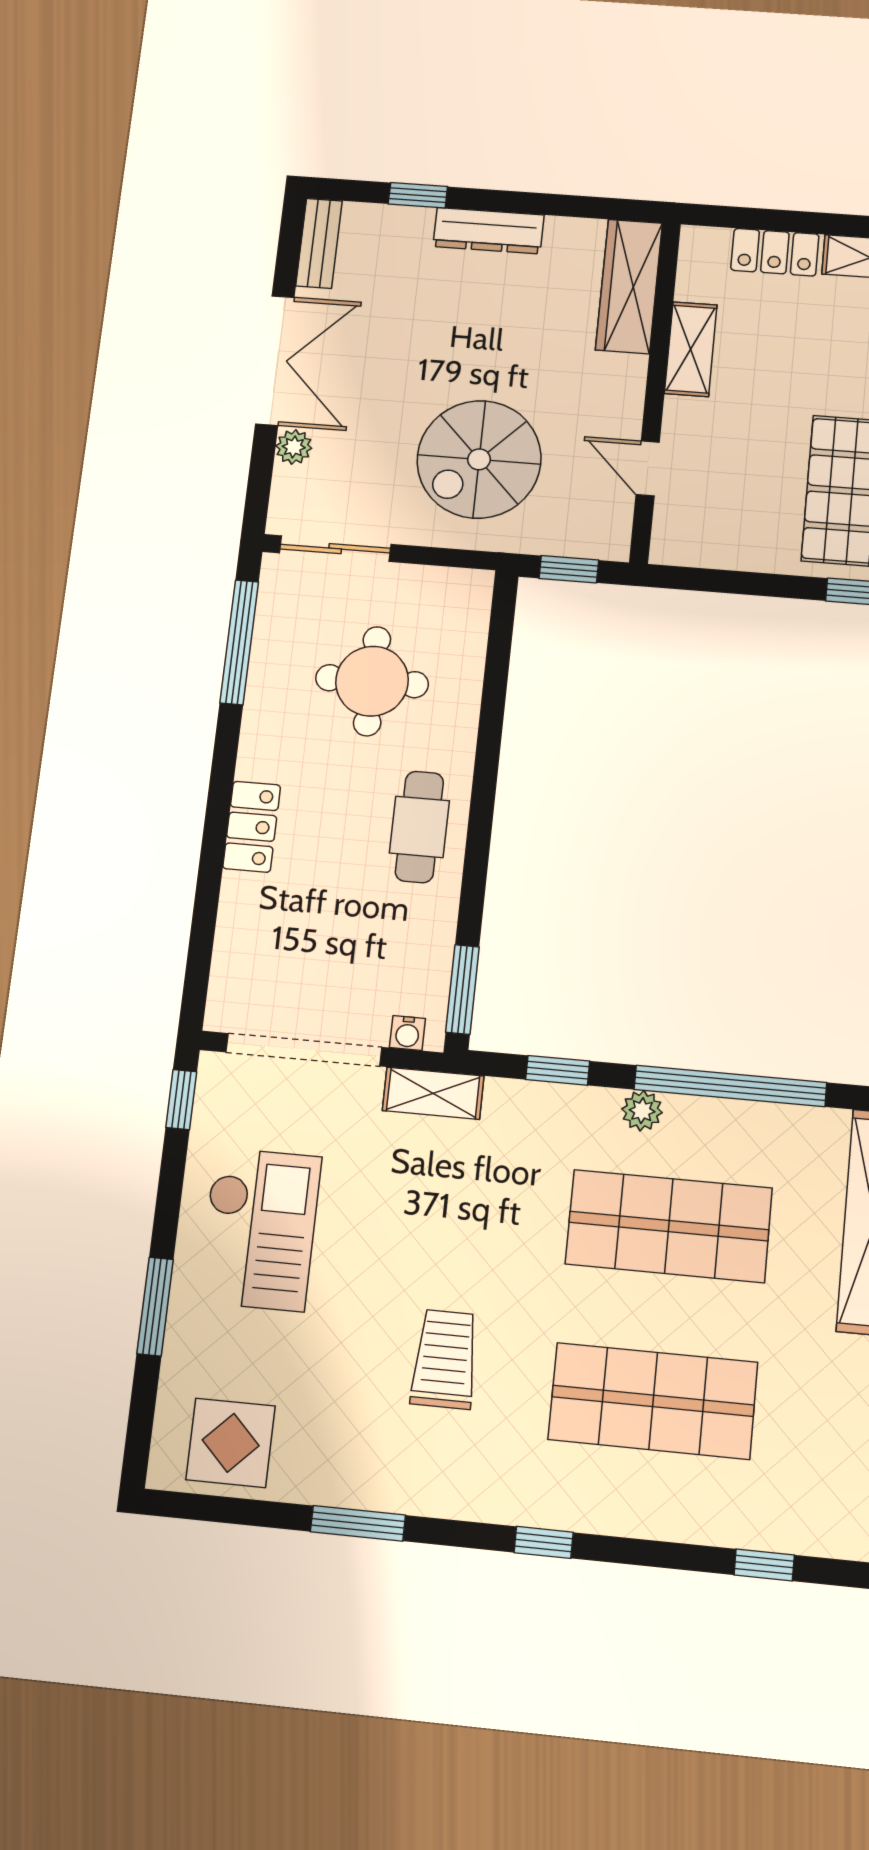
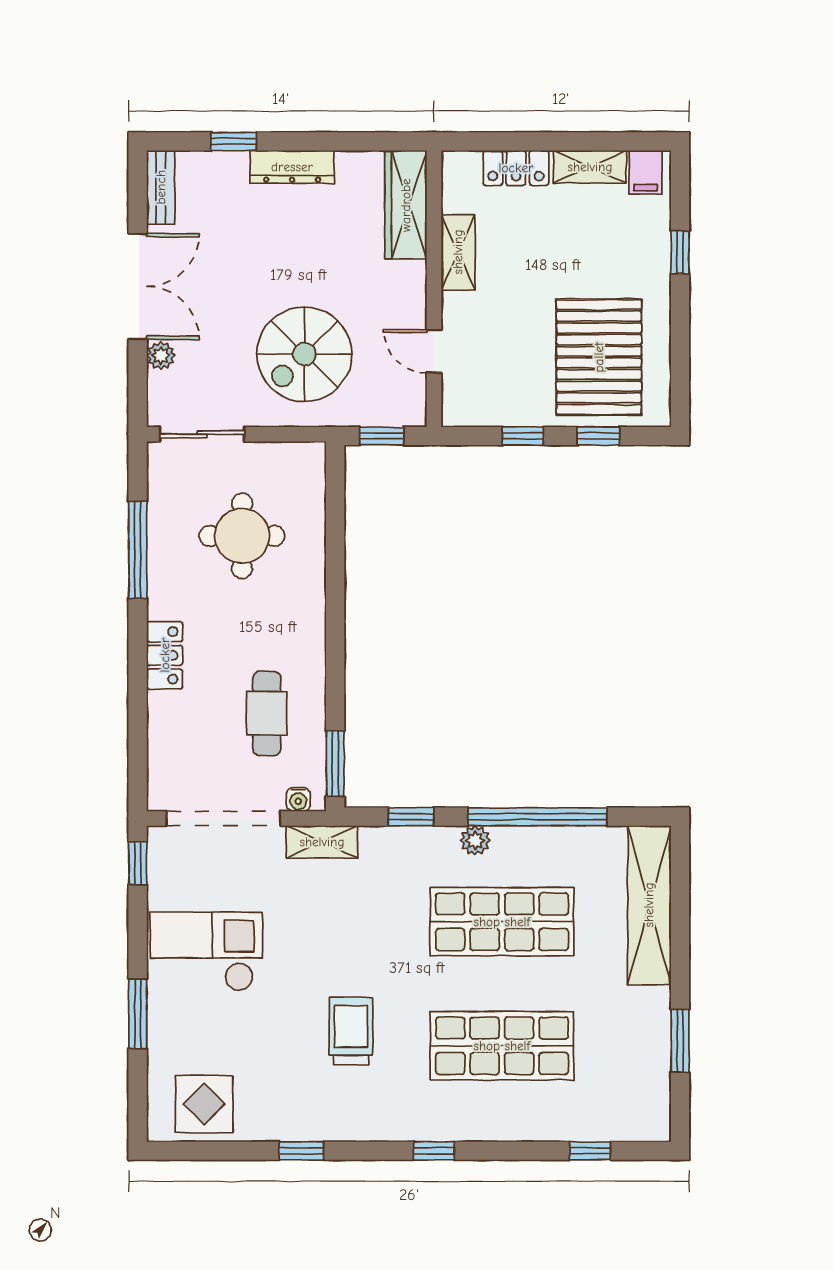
window: (754, 584) -> (523, 436), added
window: (239, 642) -> (138, 550), moved
cafe table: (419, 827) -> (267, 713), moved
checkout: (259, 1229) -> (206, 952), turned -90
window: (358, 1523) -> (301, 1151), width x0.67

